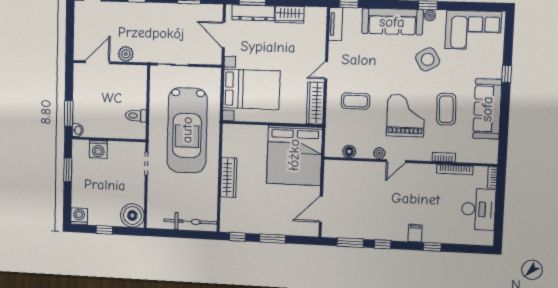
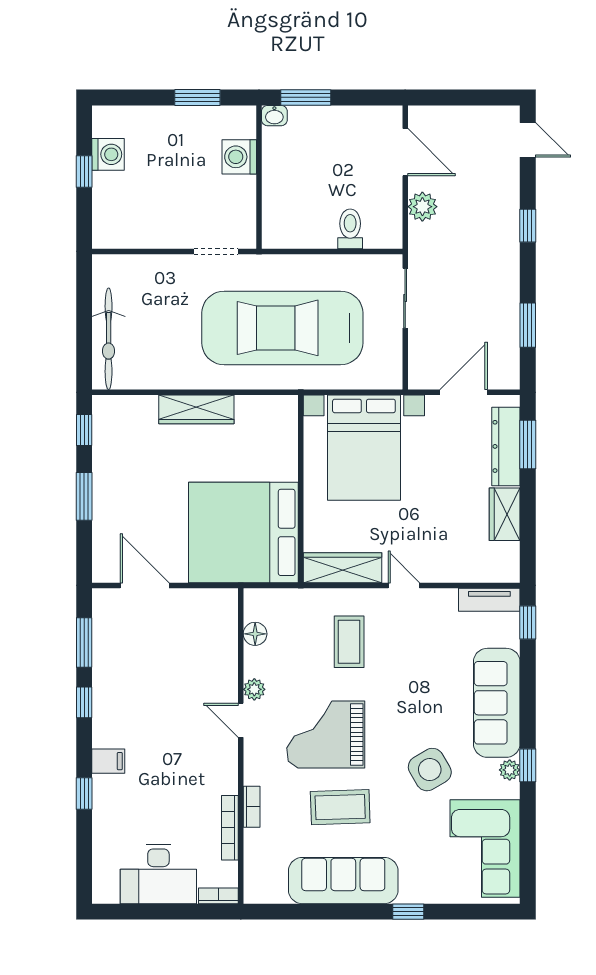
toilet: (136, 116) -> (350, 229), moved
grand piano: (406, 116) -> (326, 734), turned 180
boiler: (132, 215) -> (115, 226), removed
washing machine: (79, 216) -> (108, 154), moved

